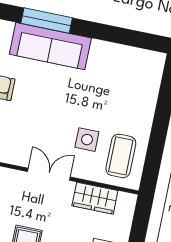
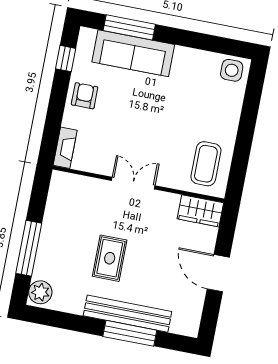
side table: (87, 140) -> (232, 70), moved
wardrobe: (95, 198) -> (200, 211), moved

